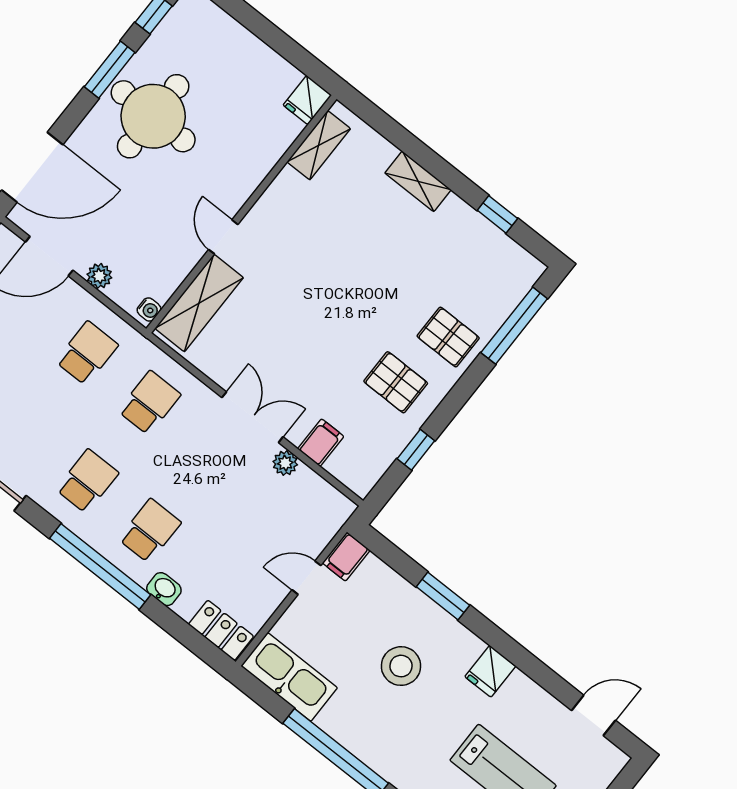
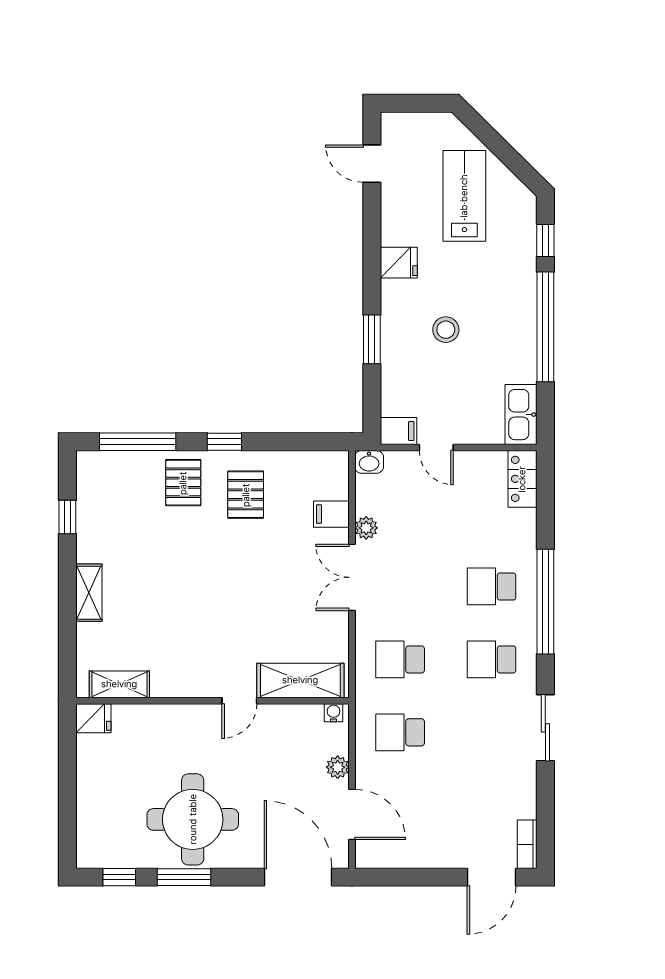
window: (416, 450) -> (224, 442), moved
washbasin: (164, 589) -> (369, 462), moved, turned -90
stool: (401, 666) -> (446, 330), width x0.73, depth x0.73
kitchen sink: (289, 677) -> (521, 415), width x0.73, depth x0.81

